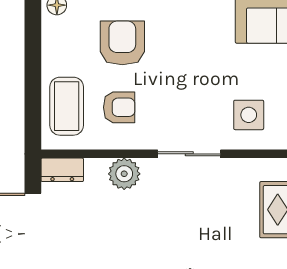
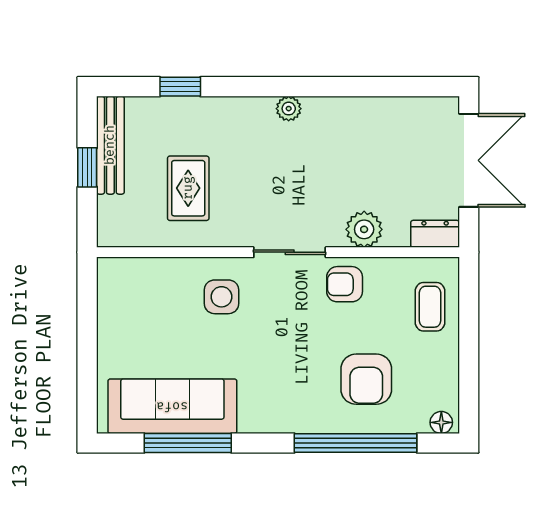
coffee table: (67, 106) -> (430, 307), width x0.73, depth x0.77
armchair: (119, 107) -> (345, 284), moved

